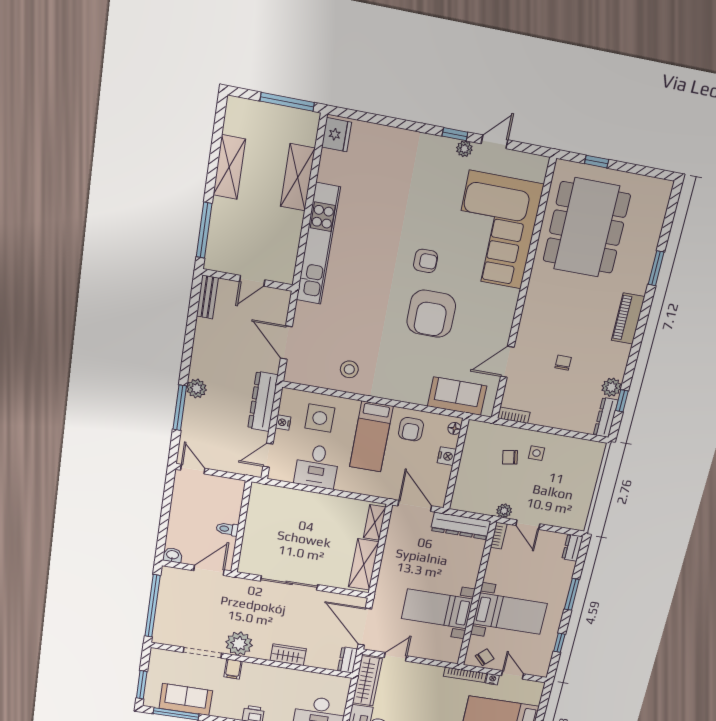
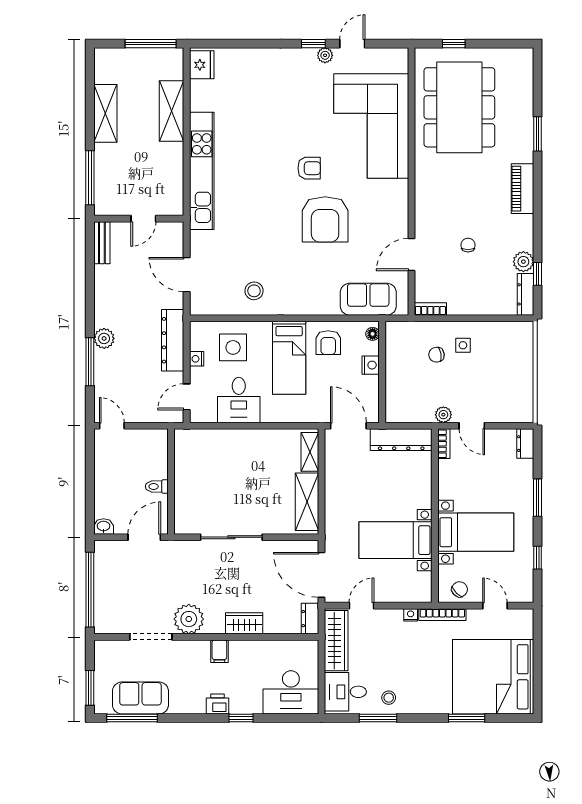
filing cabinet: (233, 669) -> (219, 651), moved
nightstand: (492, 679) -> (411, 615), moved

